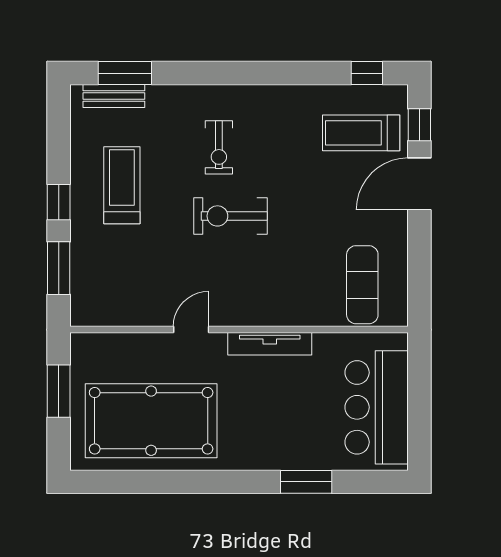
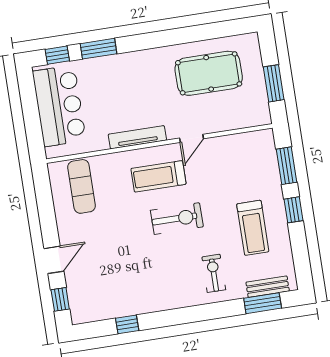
window: (367, 73) -> (127, 324), moved
treadmill: (361, 133) -> (158, 176), moved, turned 180
exercise bike: (219, 147) -> (214, 273), moved
door: (419, 184) -> (54, 260), width x0.73
pool table: (151, 421) -> (209, 73), width x0.73, depth x0.76
window: (368, 482) -> (57, 55), added

